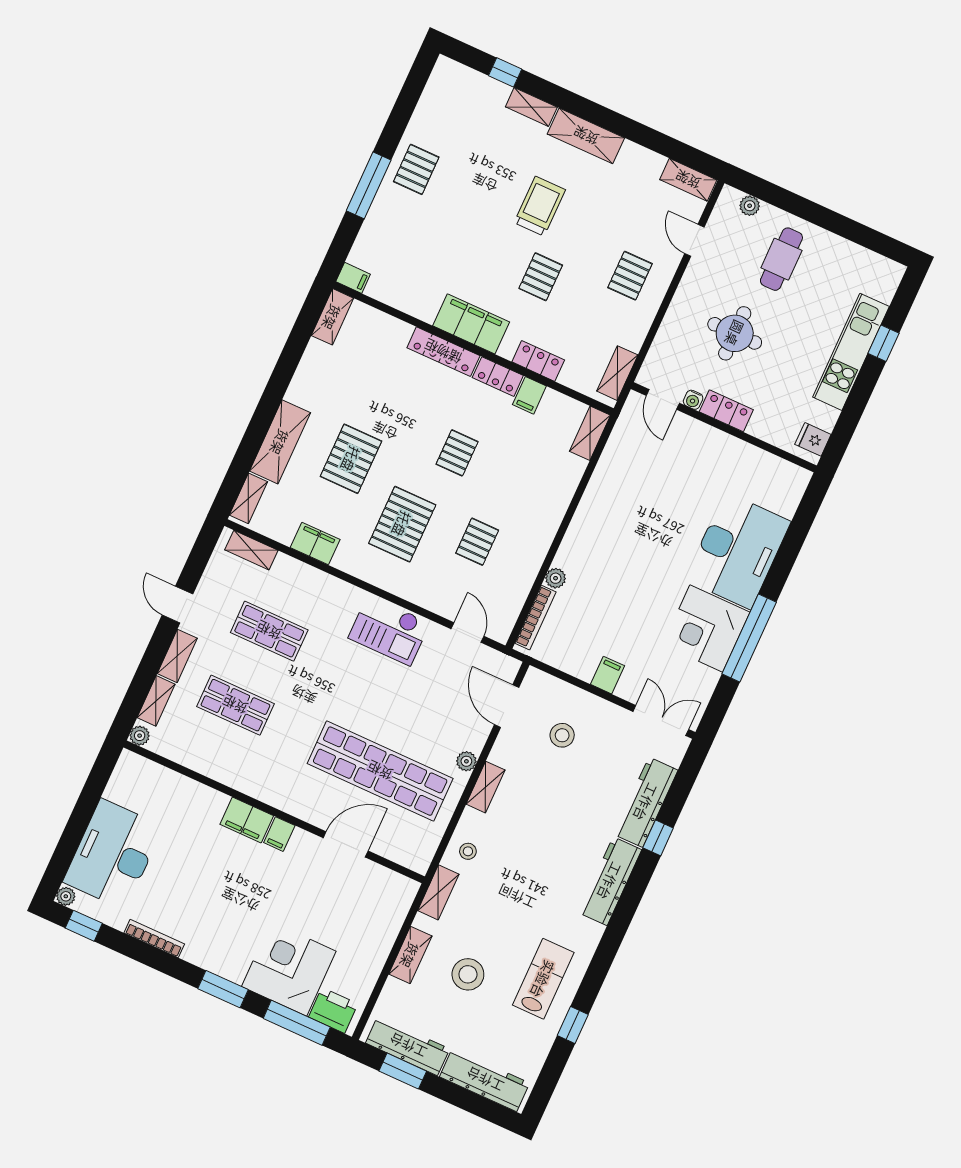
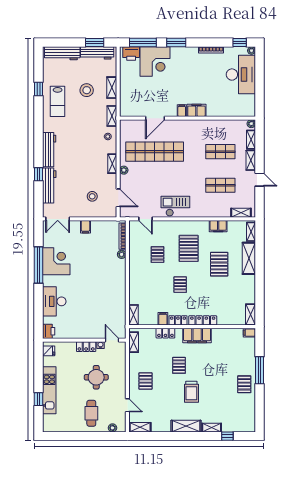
printer: (793, 482) -> (49, 331), added
desk: (738, 551) -> (54, 301), width x0.73, depth x0.77

